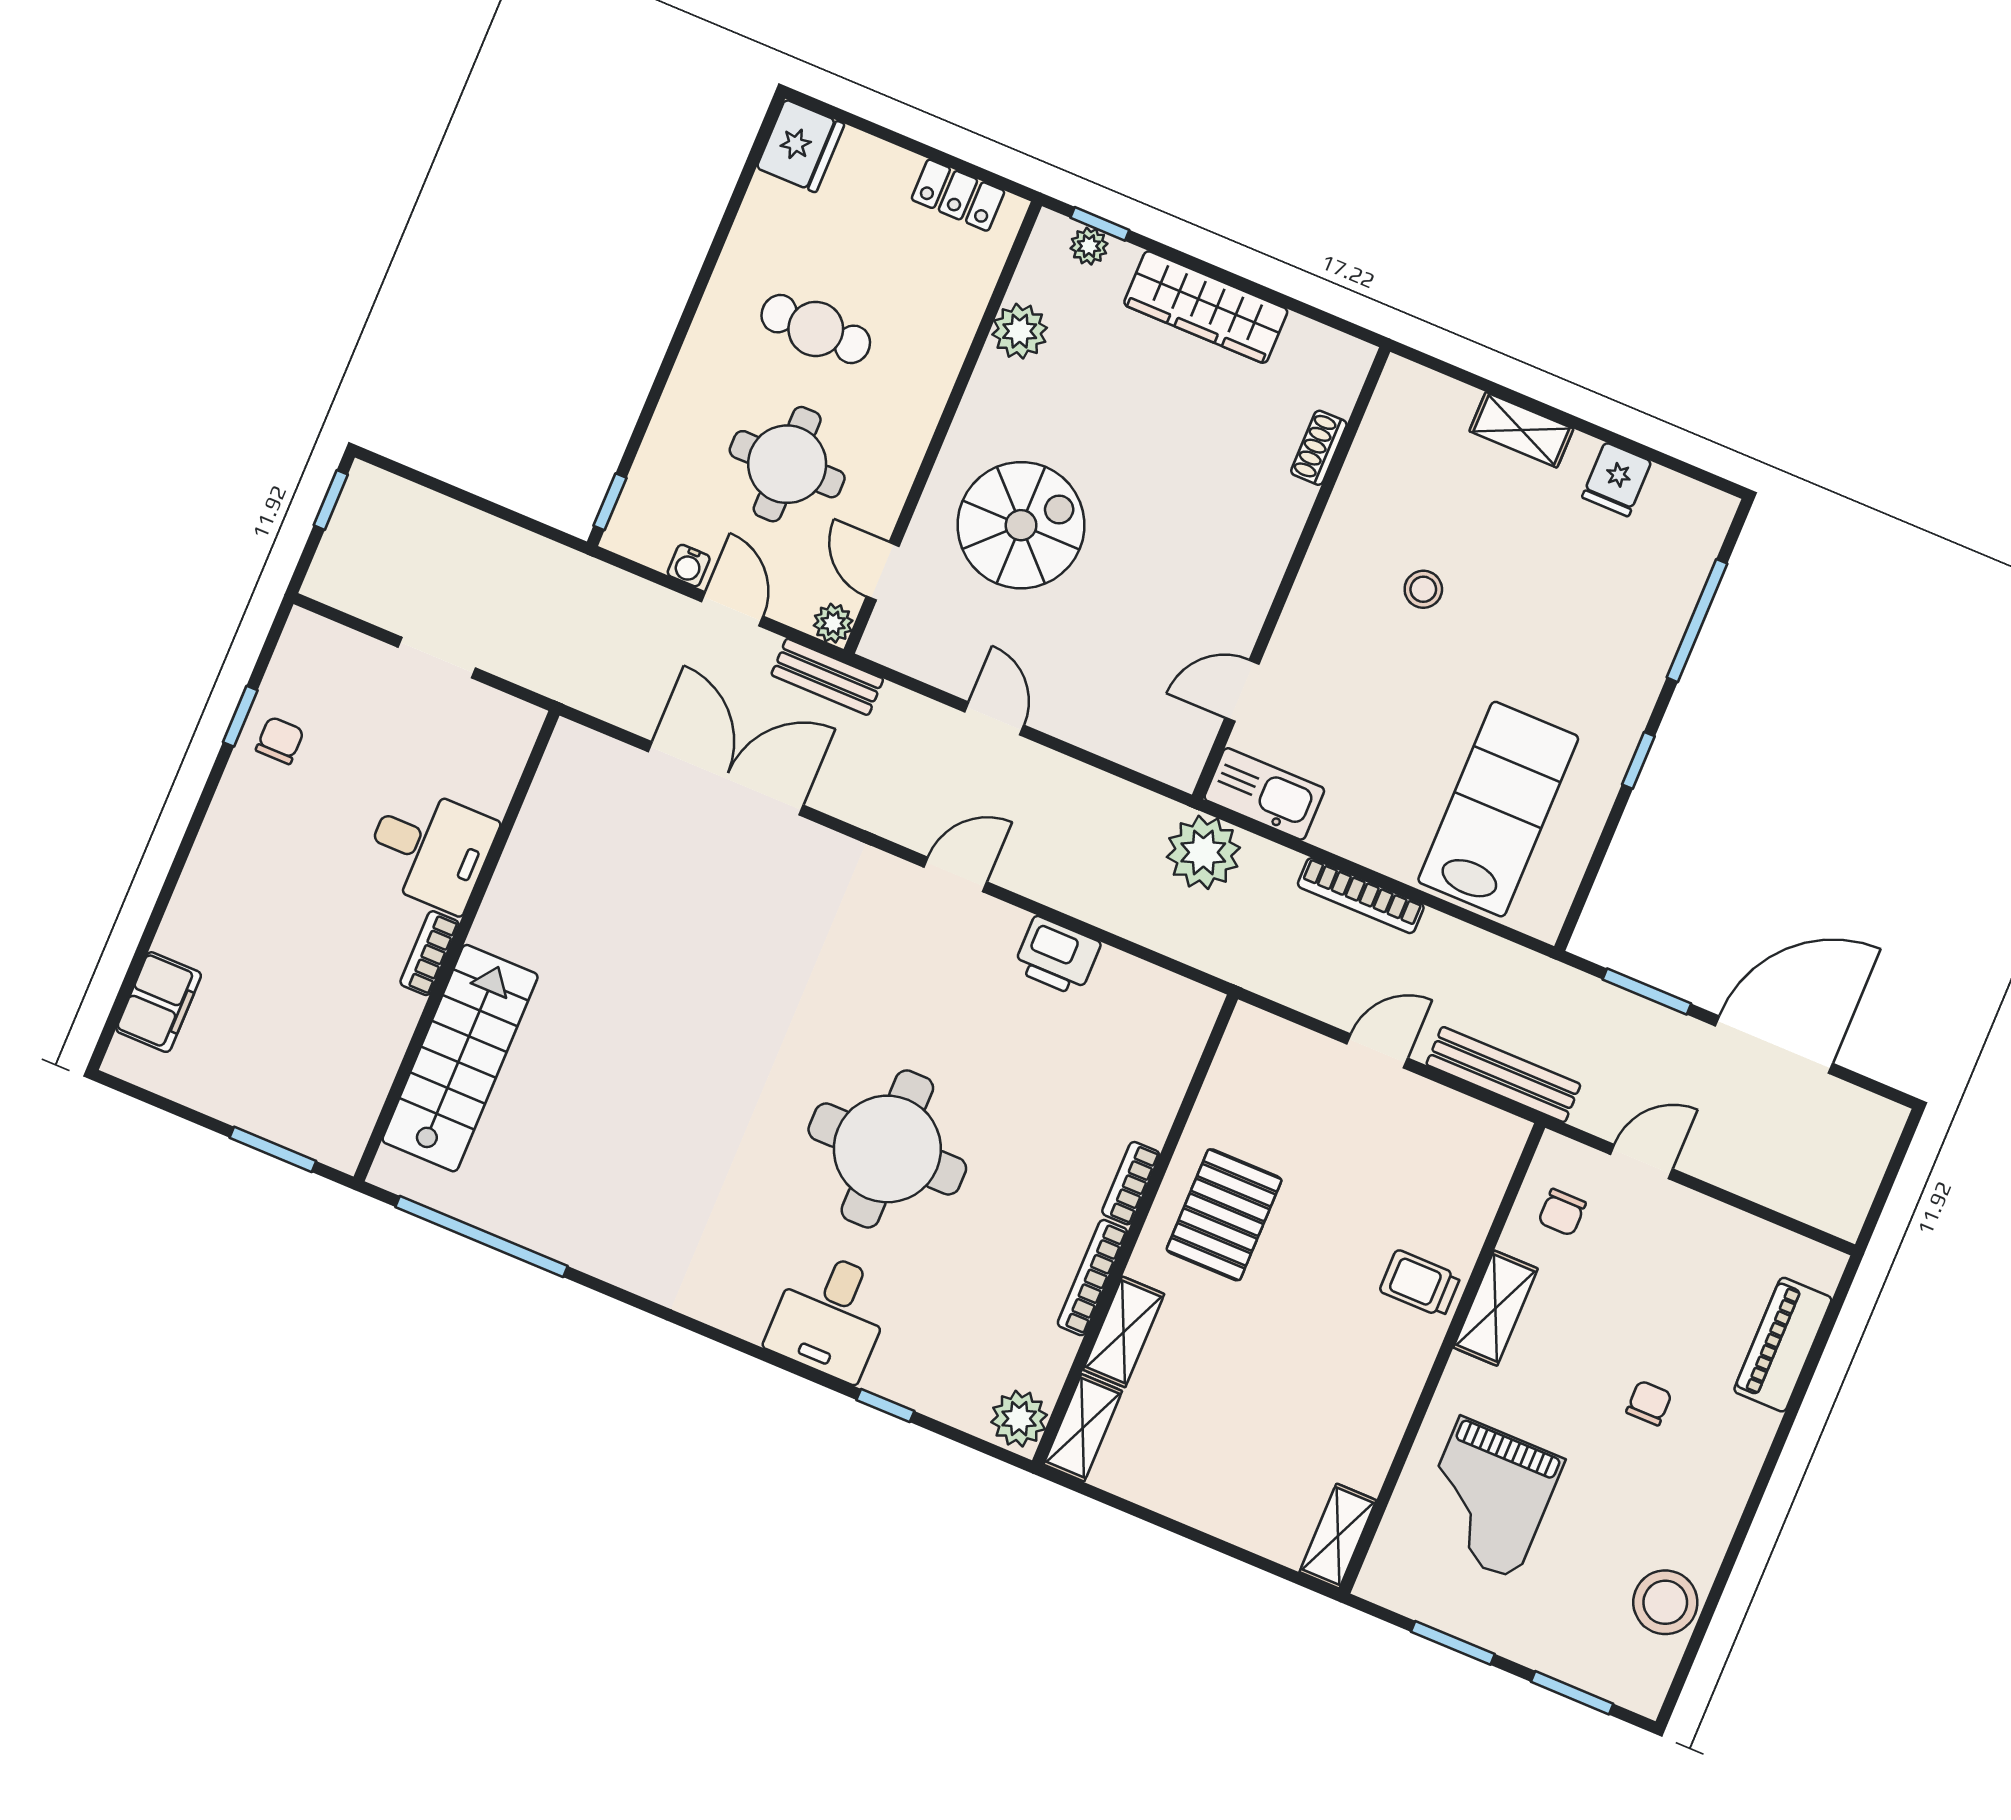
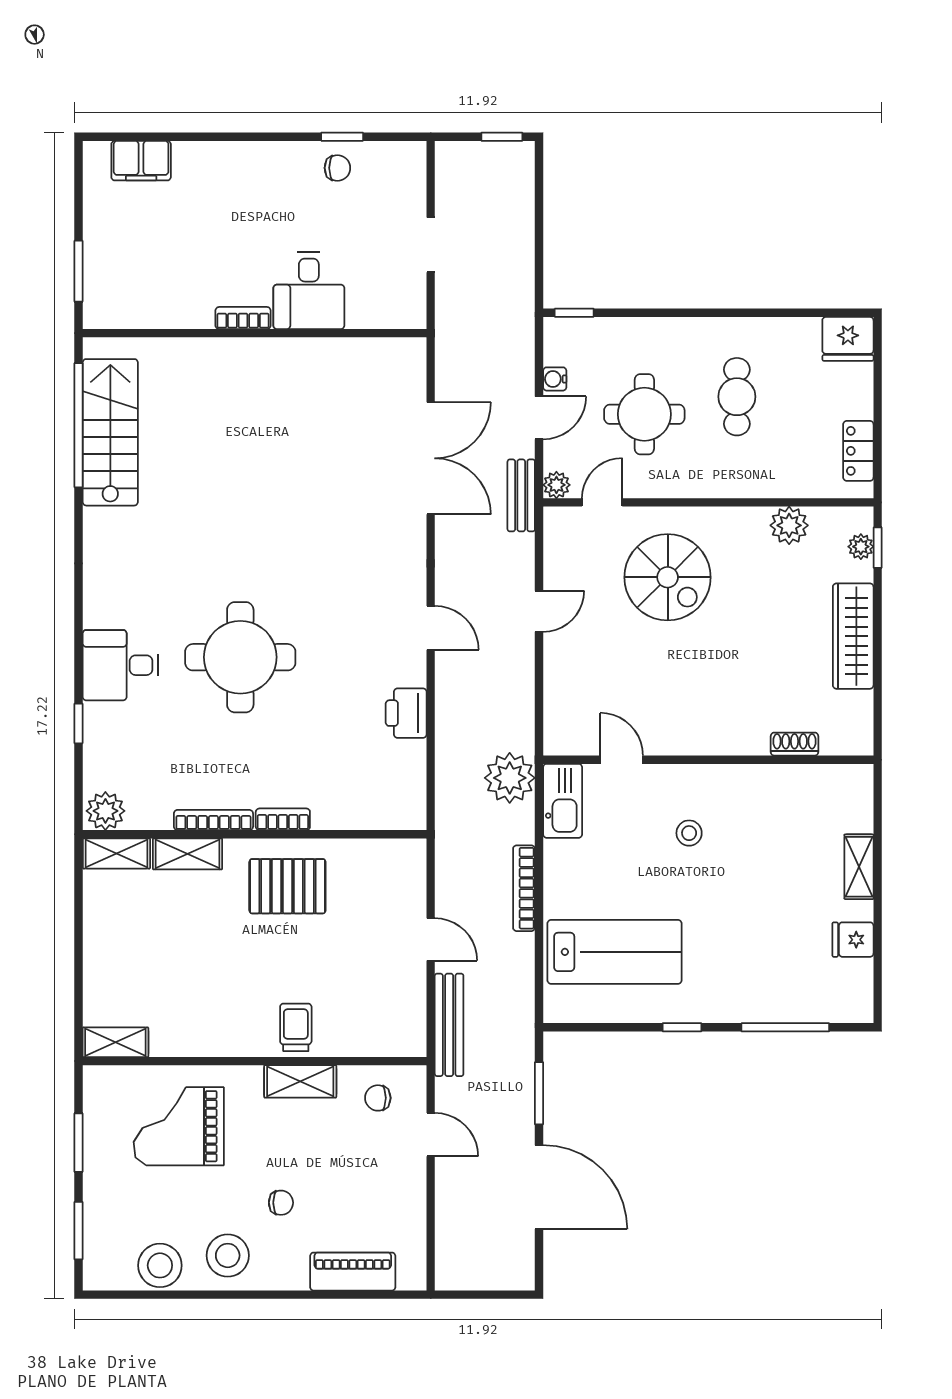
stool: (1423, 589) -> (689, 833), moved
stairs: (460, 1058) -> (110, 432), moved, turned -90
stool: (1690, 1505) -> (228, 1255), added

